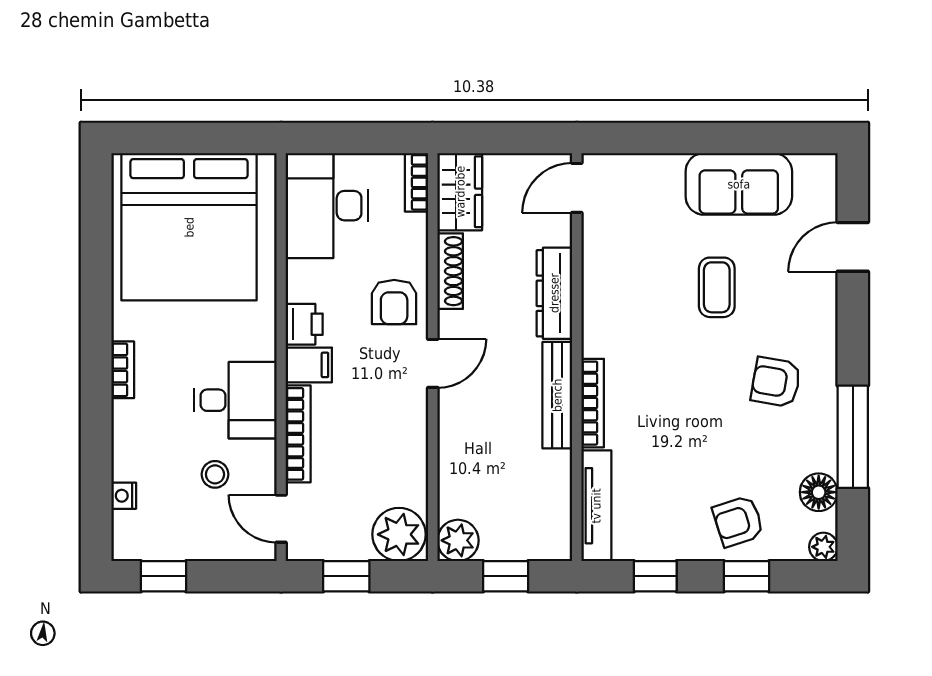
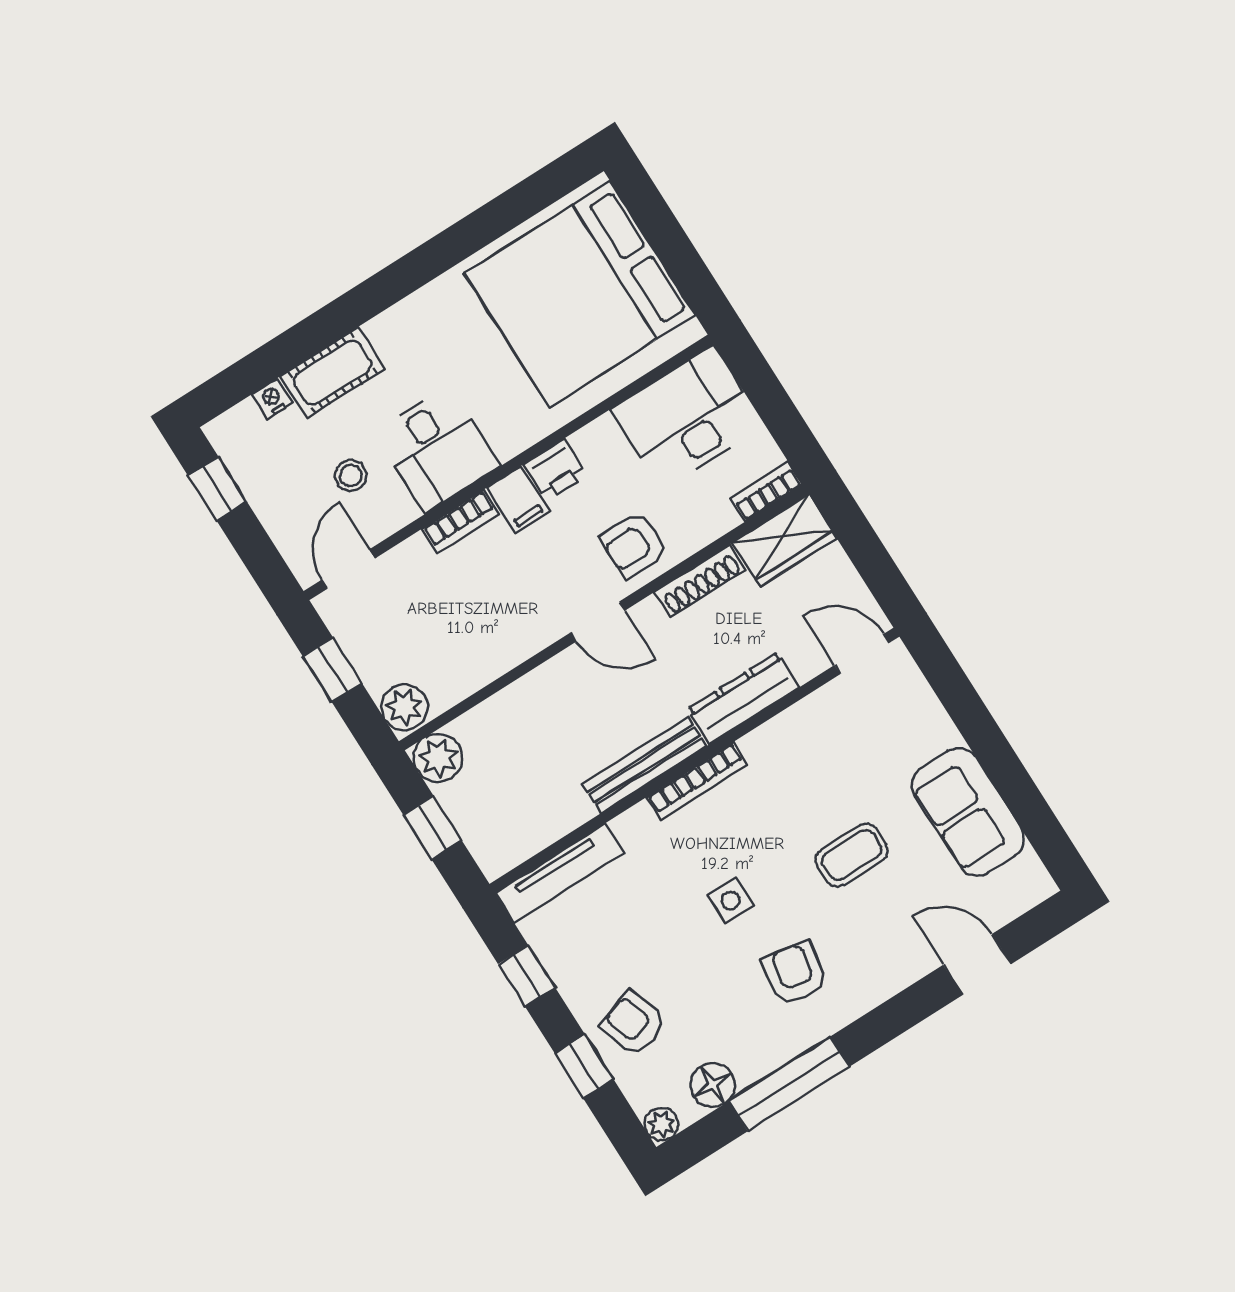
bookcase: (123, 370) -> (396, 318), removed
side table: (694, 395) -> (731, 900), added
bookcase: (593, 403) -> (697, 781), moved
bookcase: (298, 434) -> (460, 522), width x0.64
cot: (133, 440) -> (333, 373), added
plant: (399, 534) -> (404, 707), width x0.73, depth x0.73

